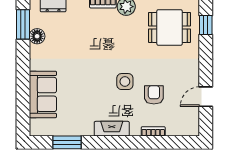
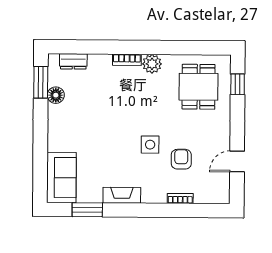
dining table: (170, 27) -> (199, 87), turned 90
sofa: (43, 94) -> (61, 178), moved
fireplace: (112, 129) -> (122, 195), moved

